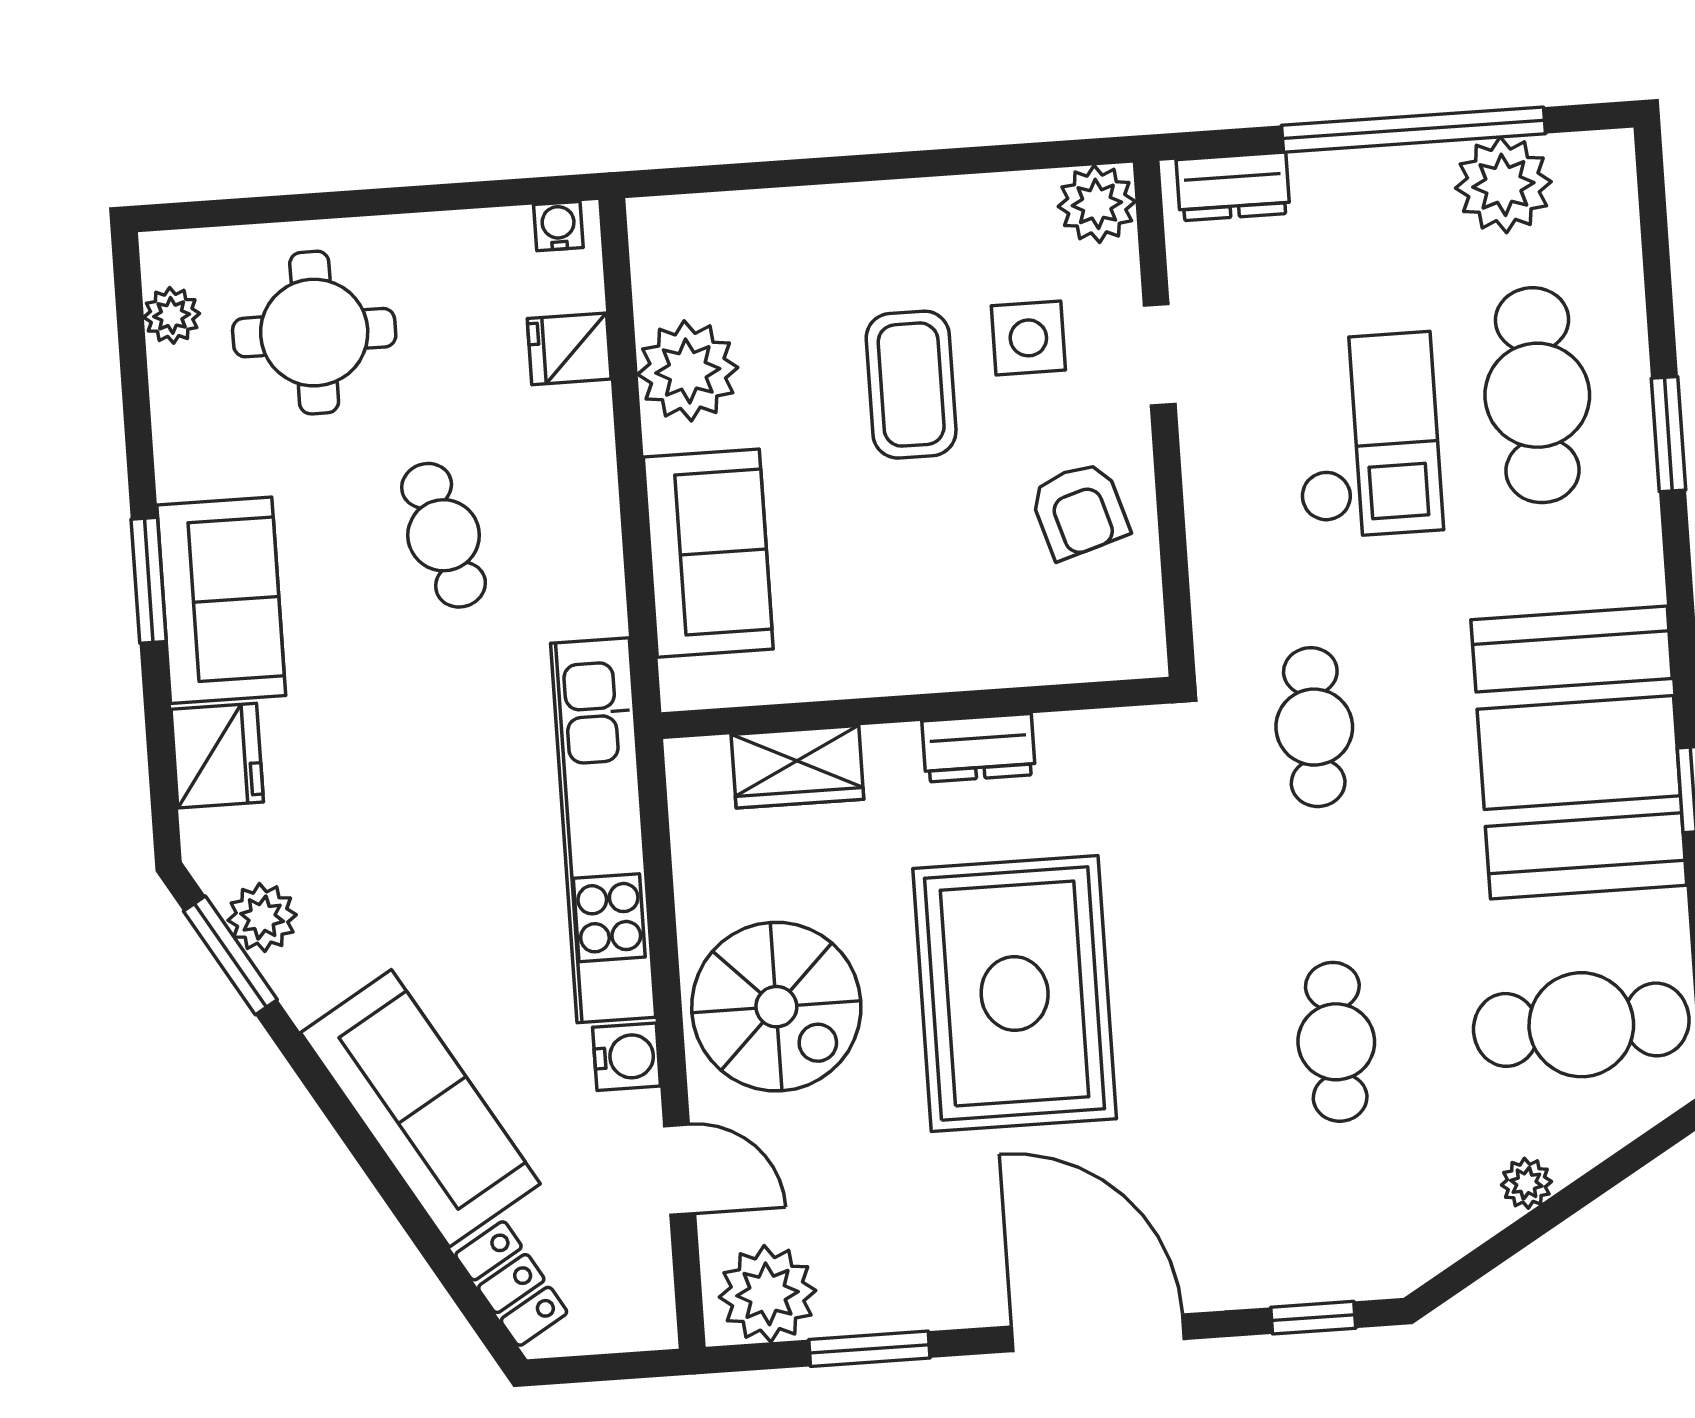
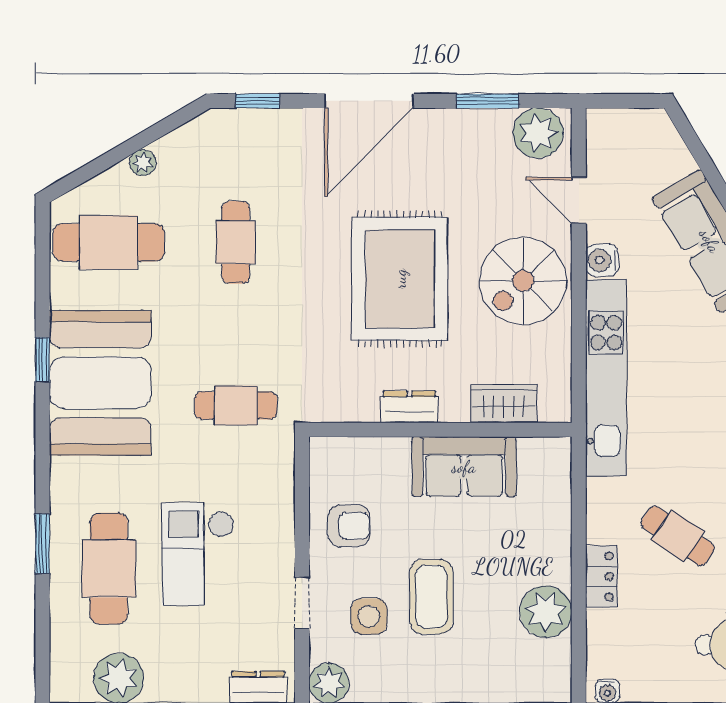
fridge: (569, 349) -> (606, 627), removed
armchair: (1079, 510) -> (349, 526), turned 107
cafe table: (444, 535) -> (678, 536), turned -41
sofa: (708, 553) -> (464, 467), moved, turned -90
cafe table: (1314, 727) -> (236, 405), turned 90
spiral stairs: (776, 1007) -> (523, 281), turned -90
locker: (511, 1284) -> (601, 576), moved, turned -149
door: (1098, 1333) -> (369, 101), hinge flipped

